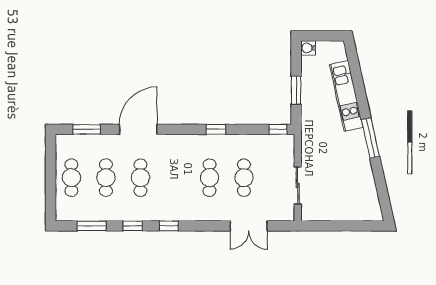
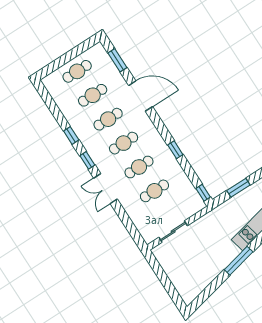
cafe table: (175, 178) -> (124, 143), added
window: (92, 226) -> (53, 107), removed
double door: (249, 226) -> (106, 189), moved

